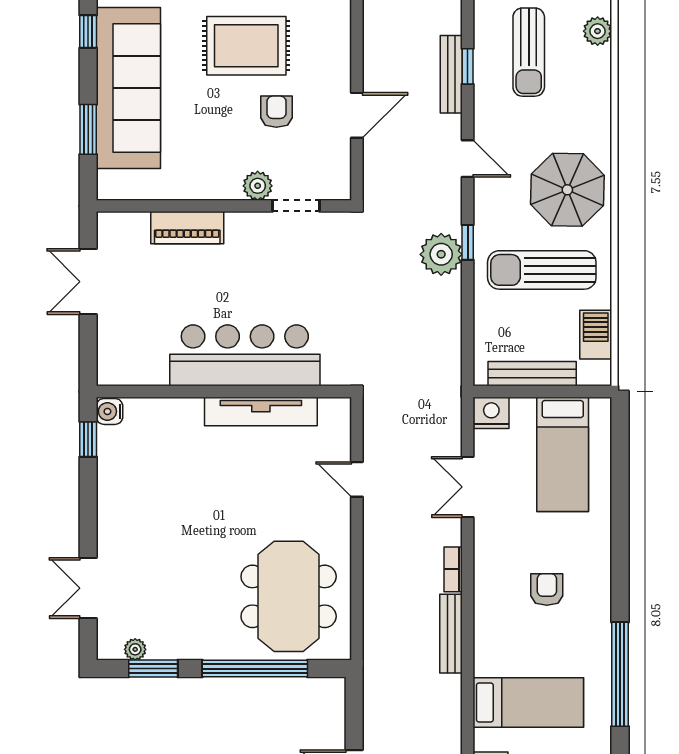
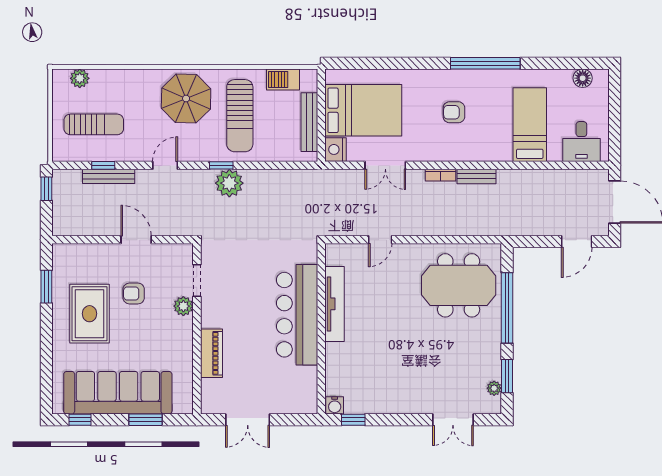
bed: (563, 454) -> (363, 110), width x1.50
bench: (451, 634) -> (476, 176), width x0.73
window: (620, 674) -> (485, 63), moved

